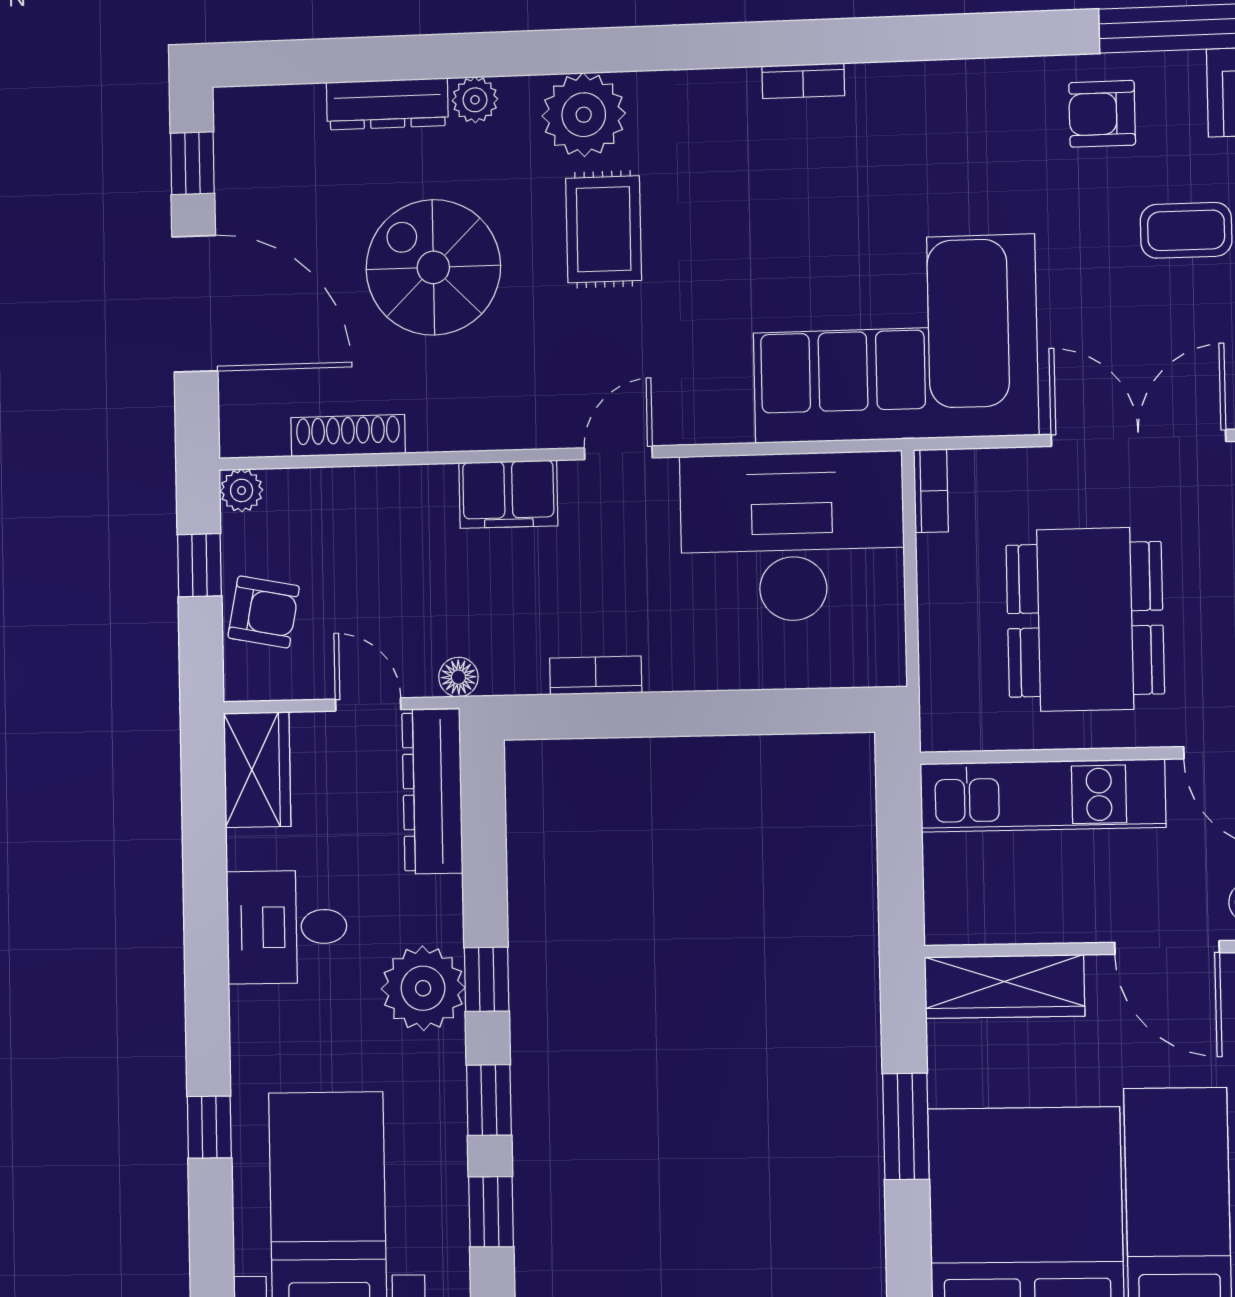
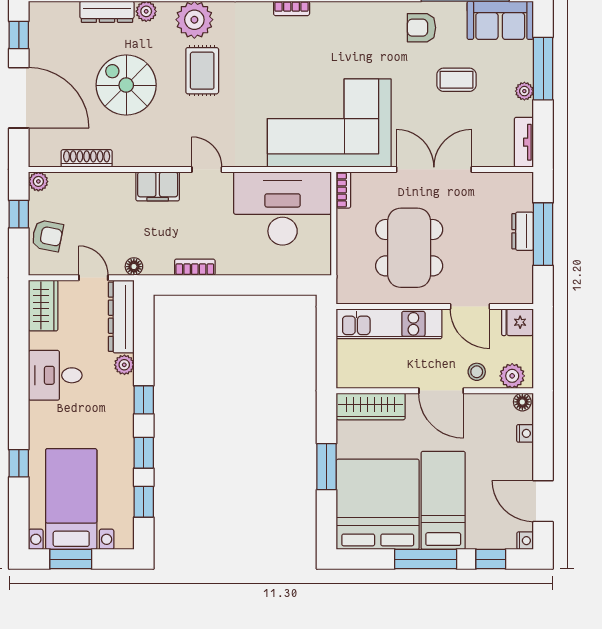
door: (618, 453) -> (207, 169), hinge flipped
plant: (423, 988) -> (124, 365), moved, width x0.53, depth x0.53

